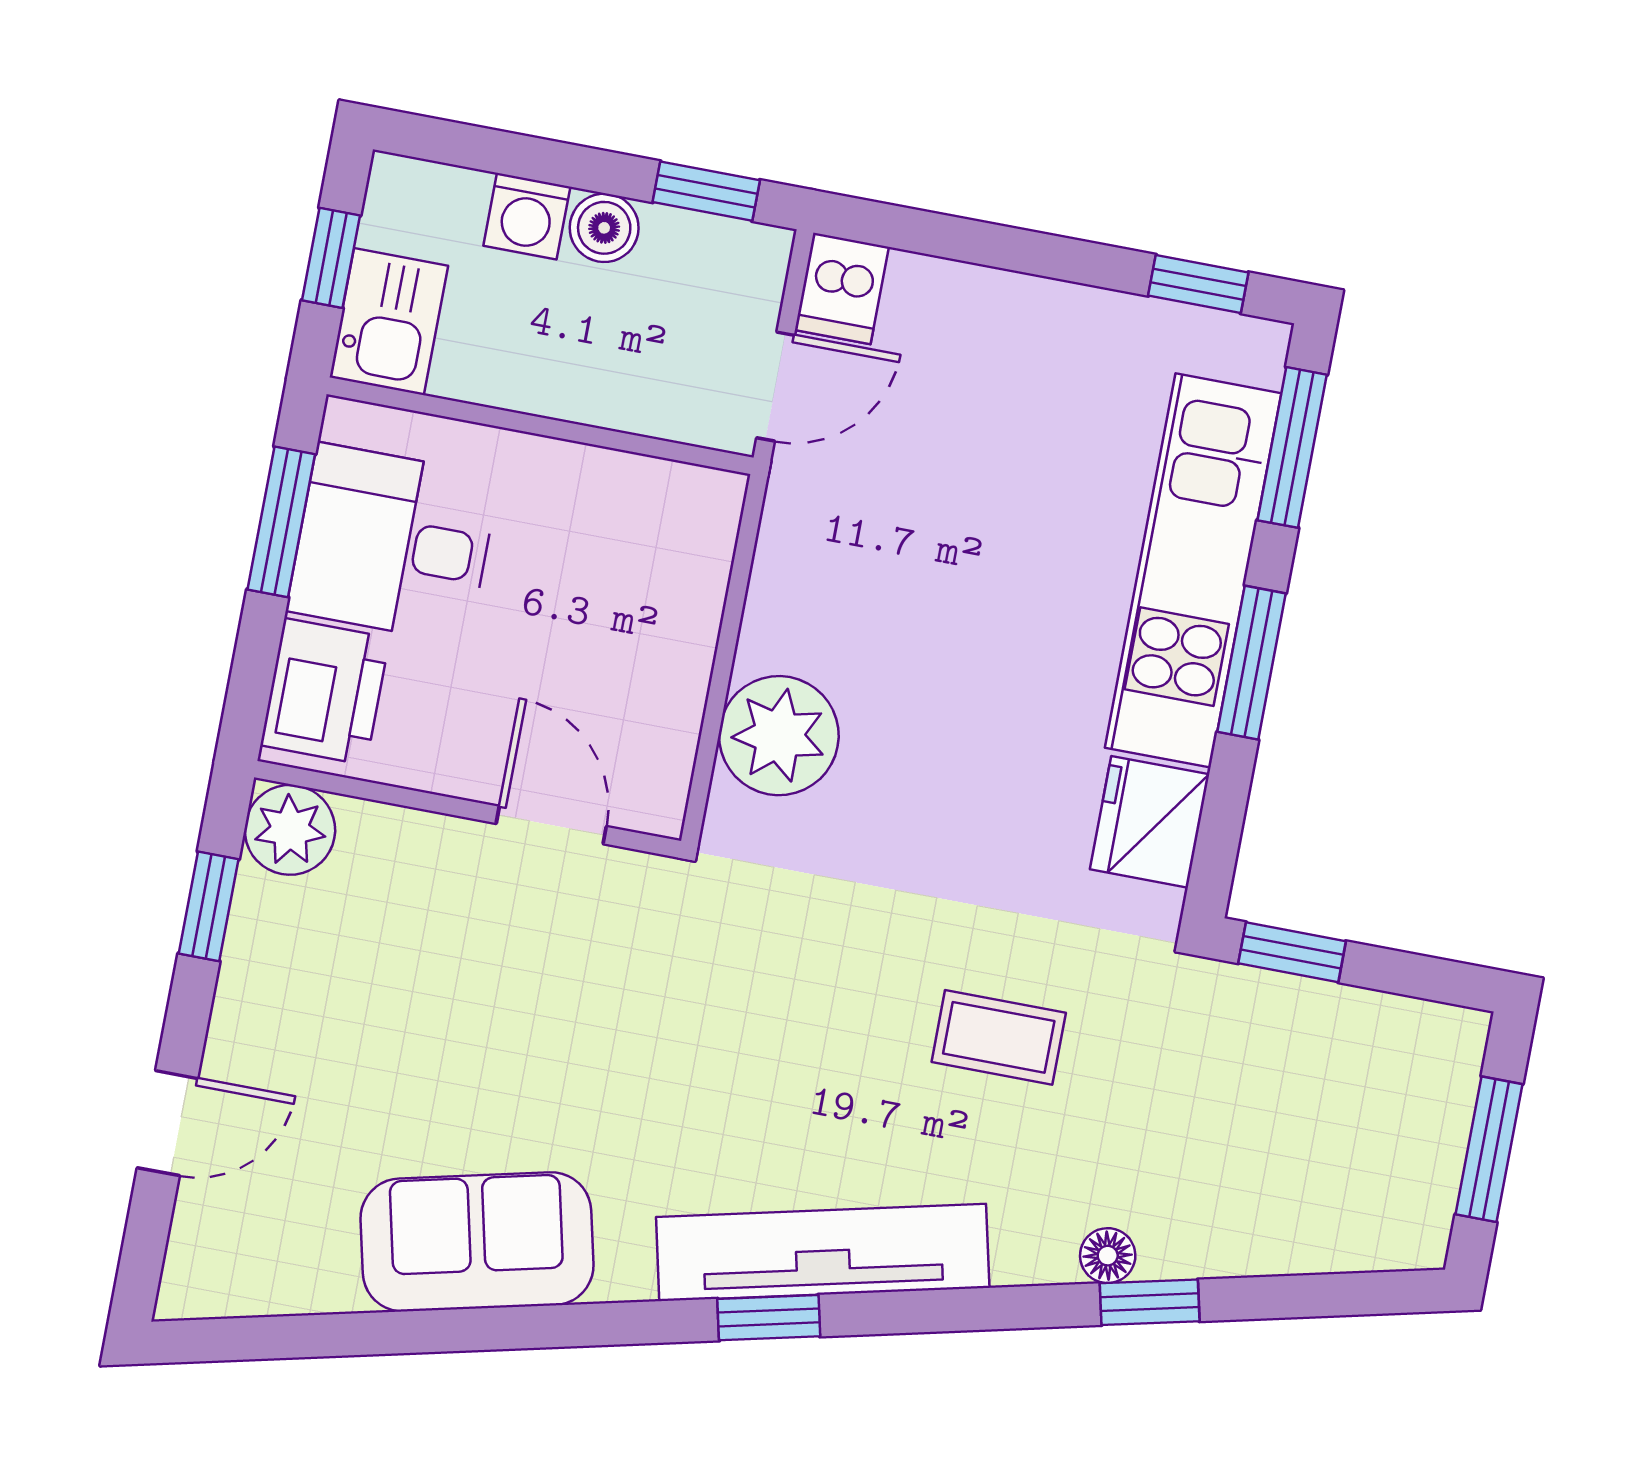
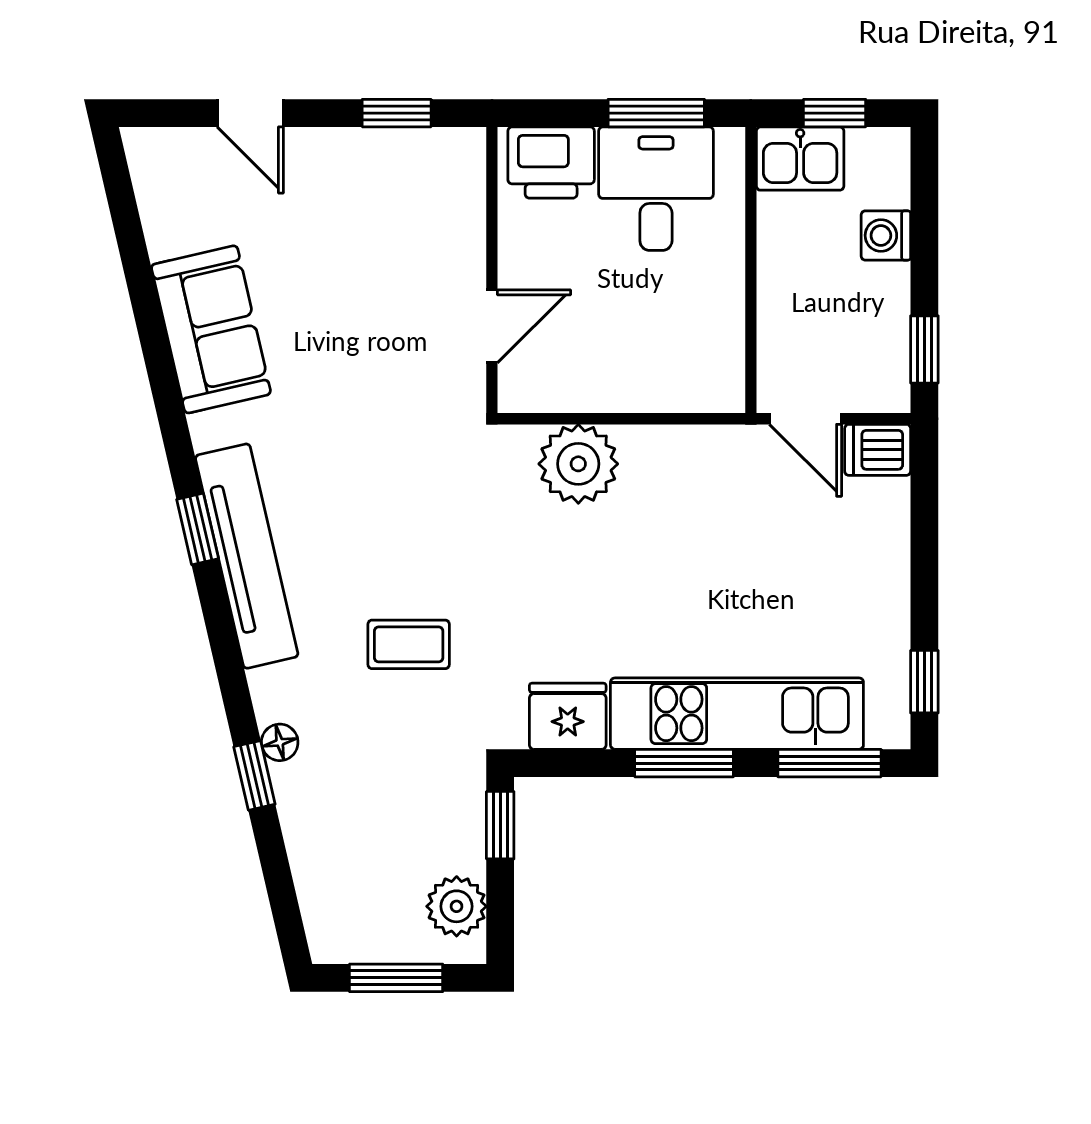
boiler: (604, 228) -> (888, 287), removed
plant: (290, 830) -> (457, 906), moved
coffee table: (999, 1037) -> (409, 644), turned 90

